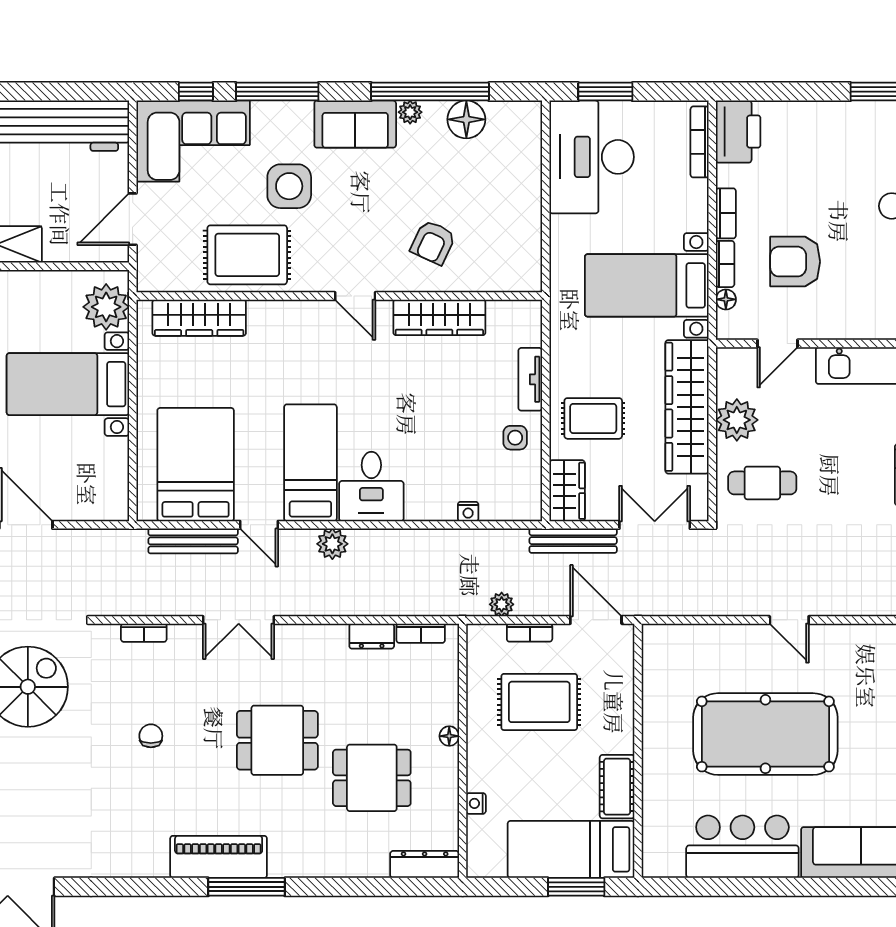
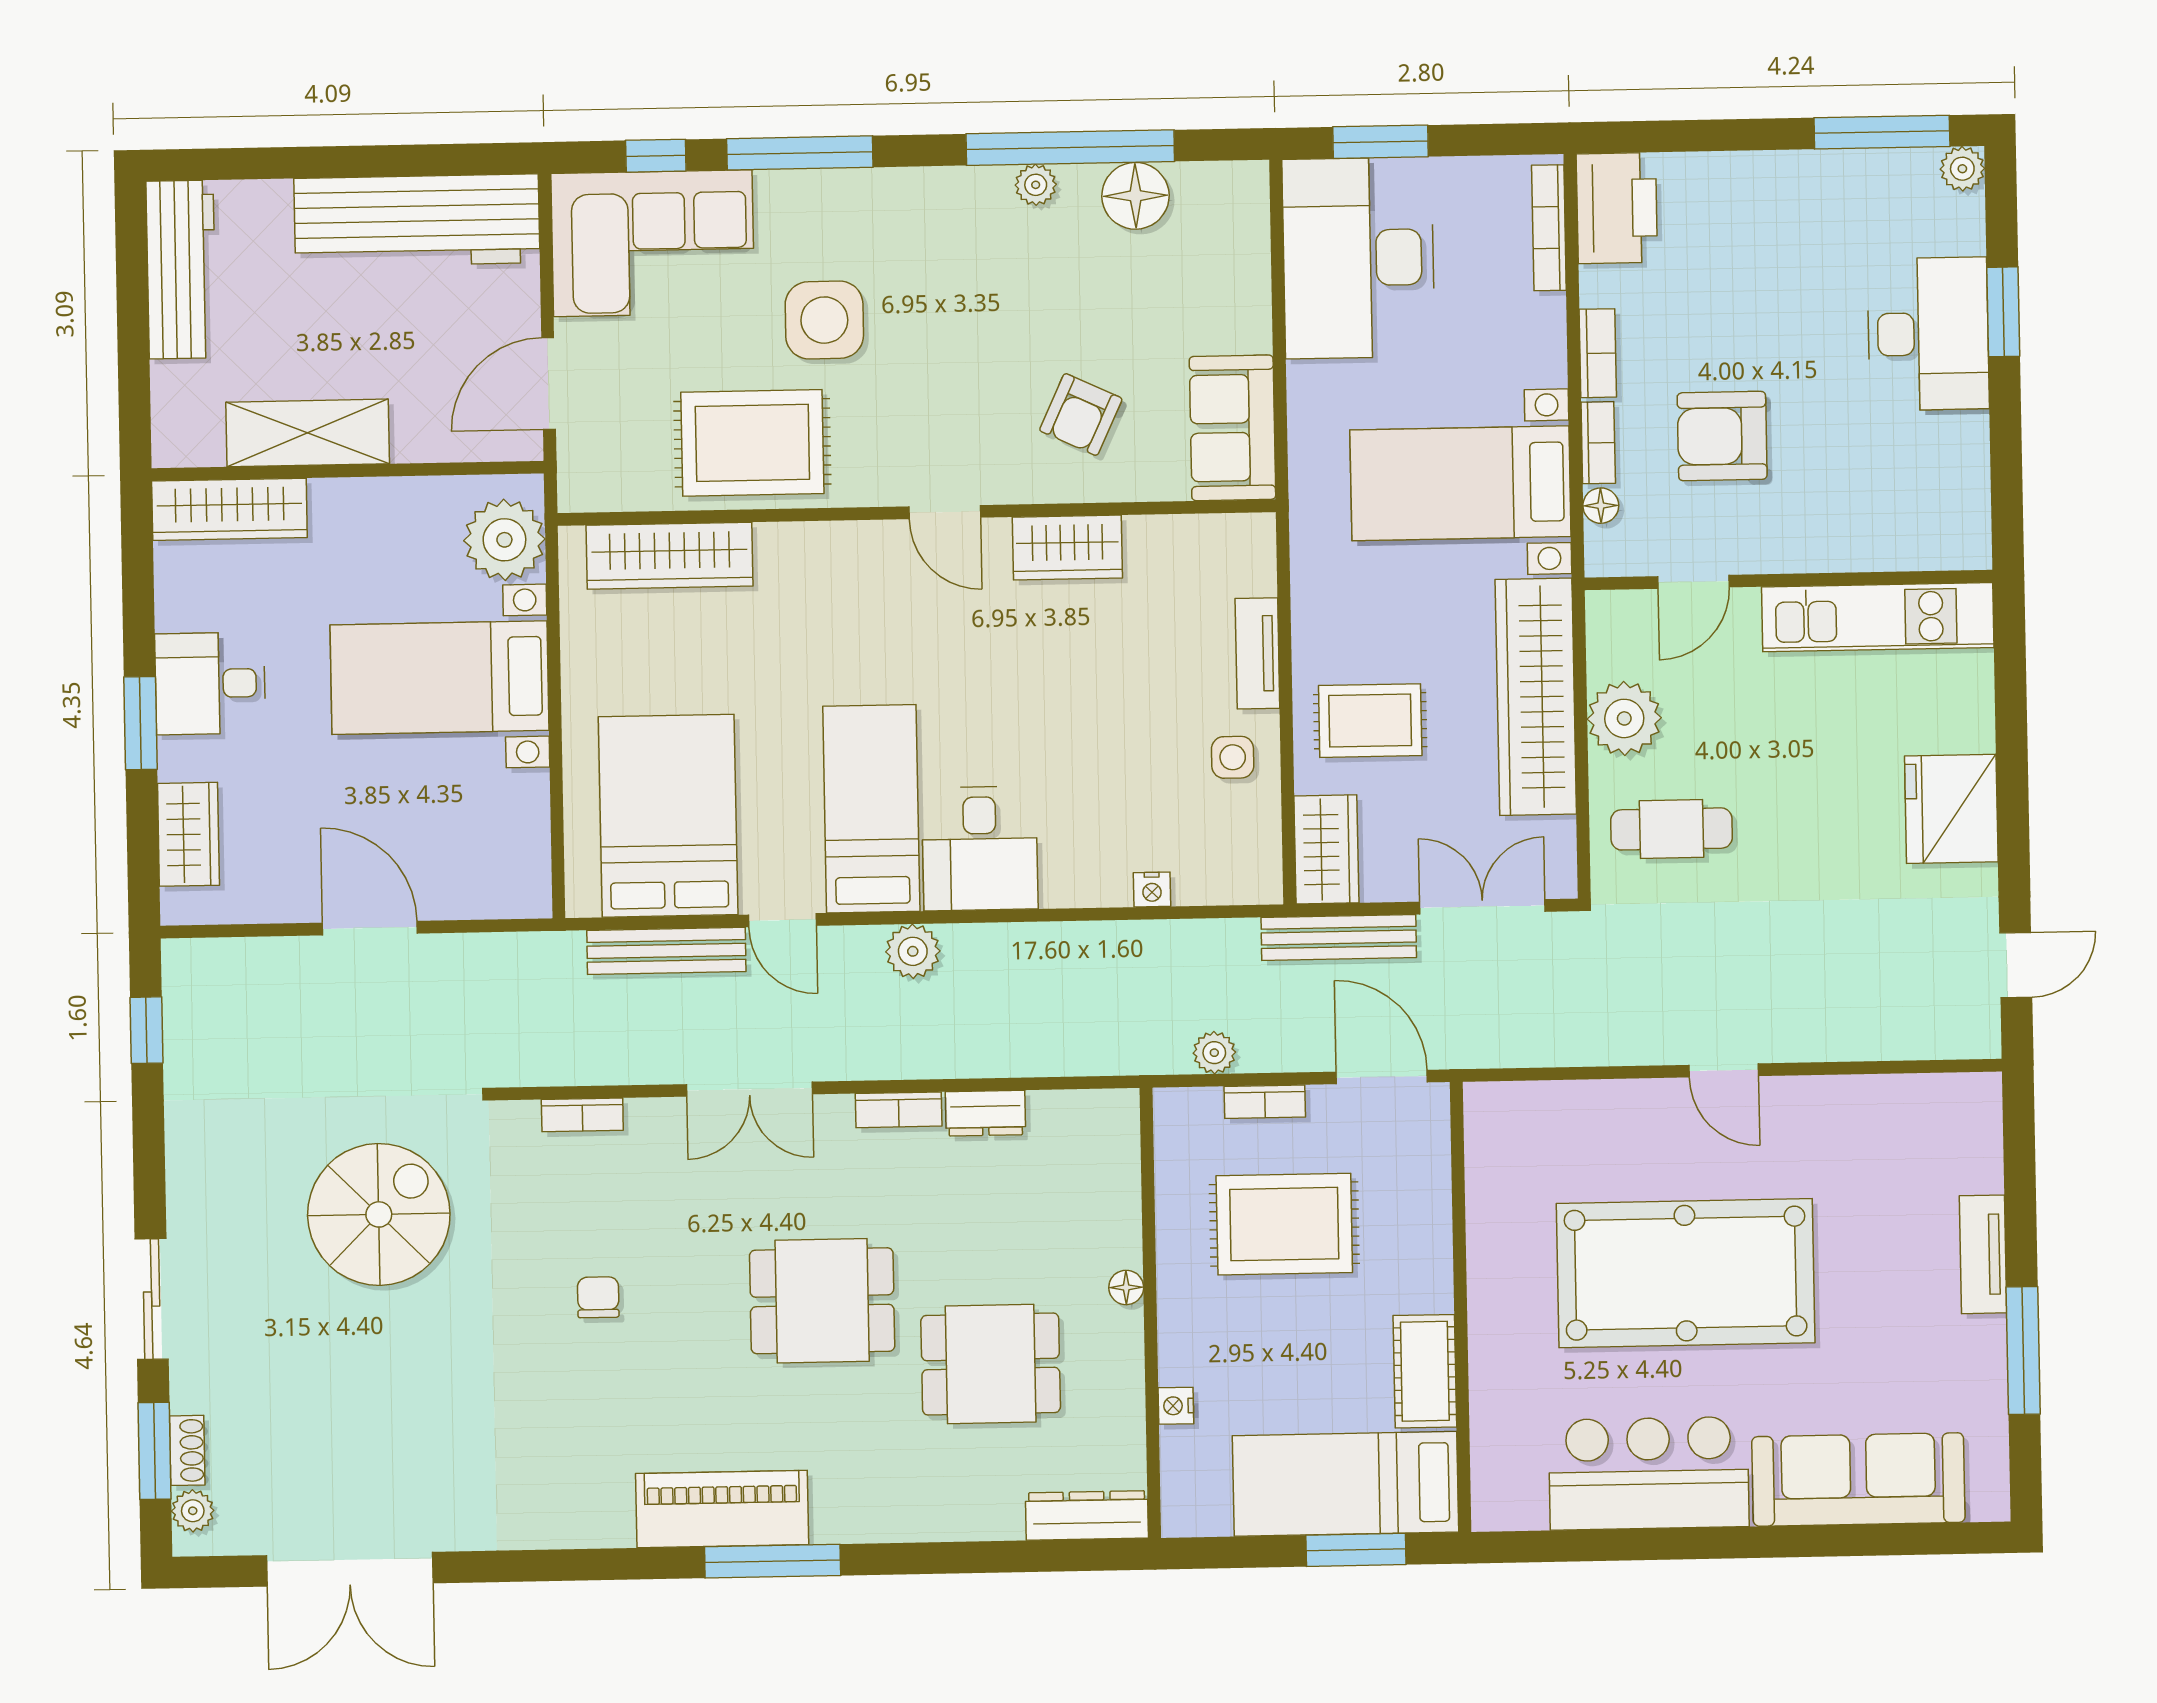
sofa: (355, 124) -> (1232, 428), moved, turned 90
wardrobe: (439, 317) -> (1067, 548), width x0.67
bookcase: (421, 633) -> (899, 1110), moved

